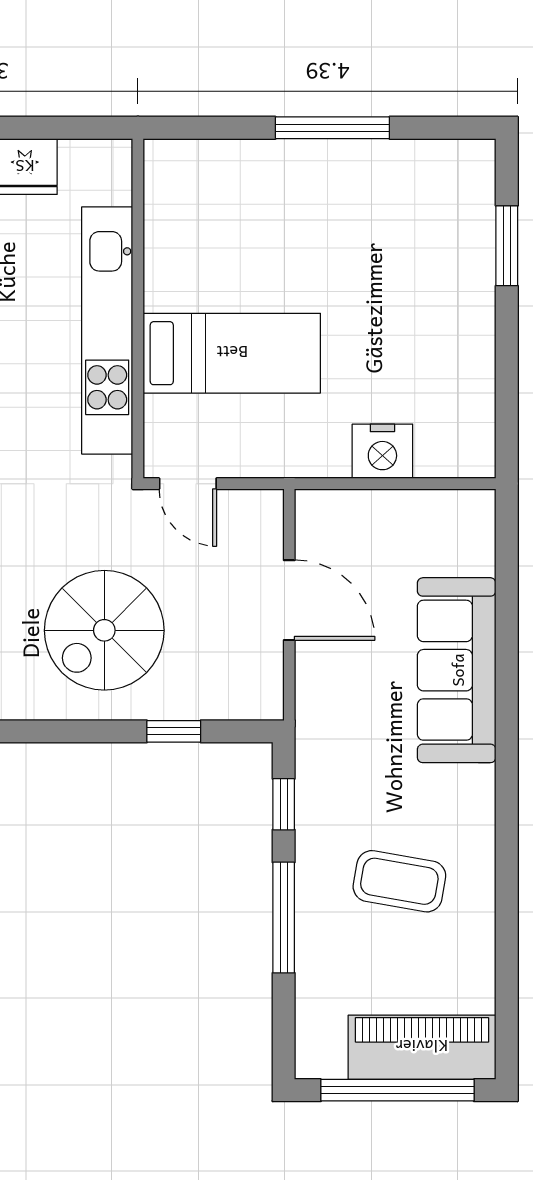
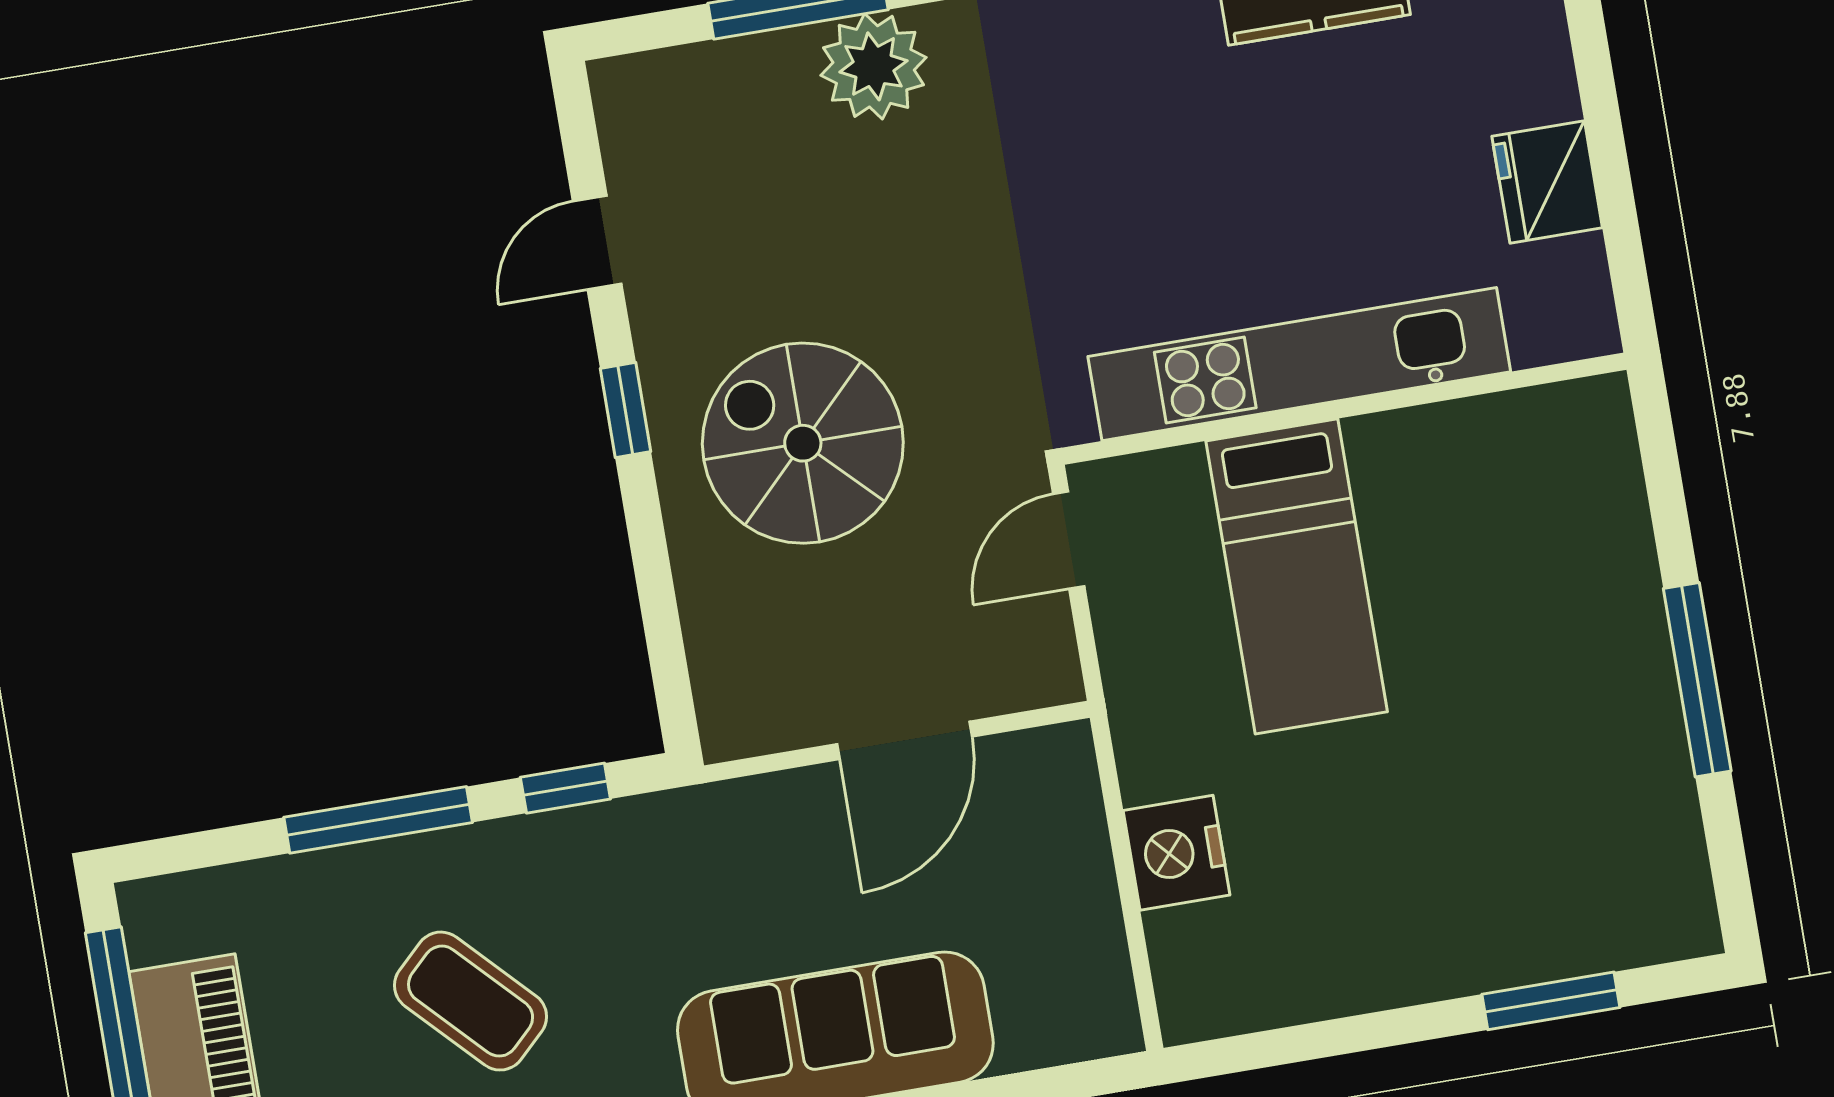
window: (174, 731) -> (625, 410), moved
coffee table: (399, 881) -> (471, 1001), turned -54

